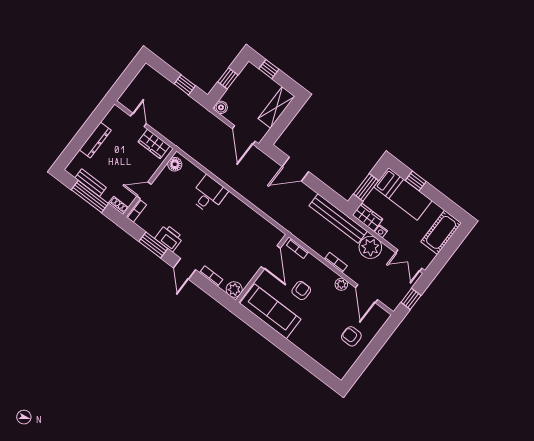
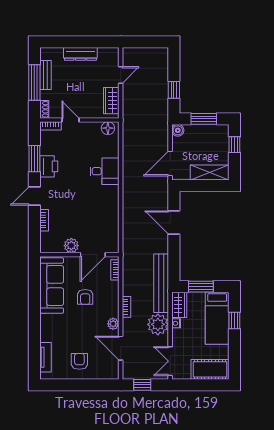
window: (228, 78) -> (204, 119), width x1.50
plant: (234, 289) -> (71, 246), moved
armchair: (301, 291) -> (85, 297), turned 90
door: (367, 294) -> (121, 348), hinge flipped
tv unit: (326, 362) -> (45, 357), added

